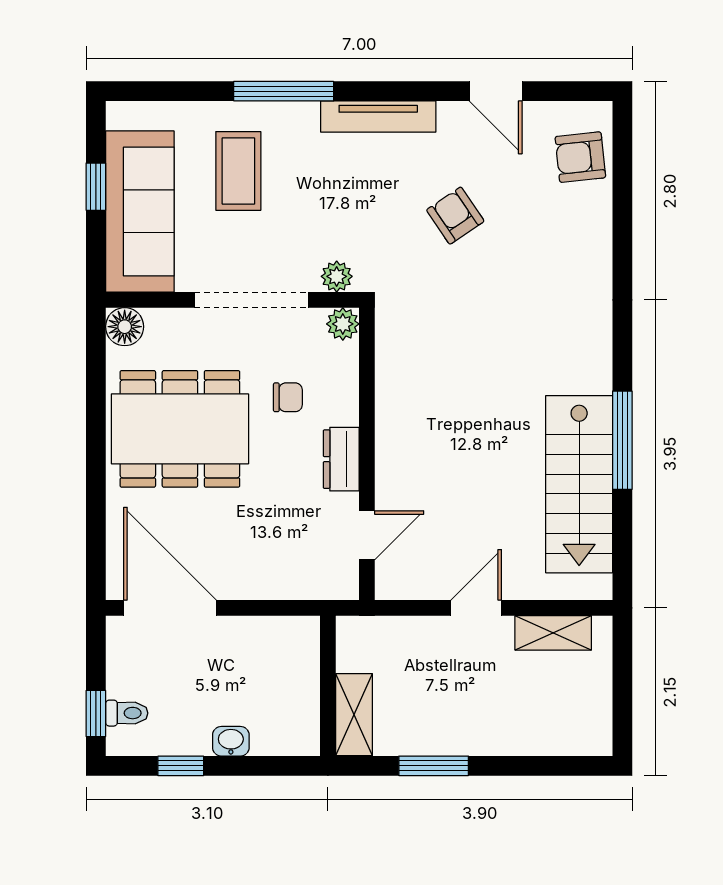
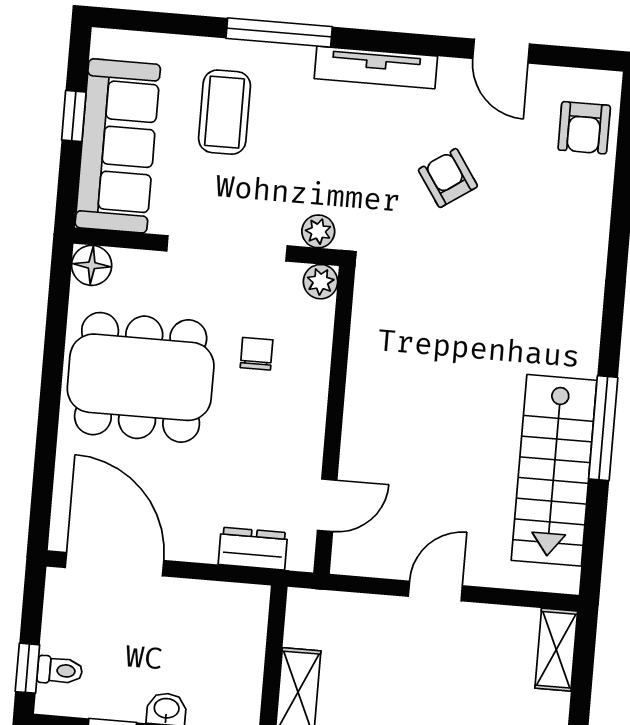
armchair: (580, 157) -> (584, 128), turned -84
chair: (288, 397) -> (257, 354), turned -90
dresser: (341, 459) -> (253, 549), moved, turned 90
shelving: (553, 633) -> (556, 650), moved, turned 90

